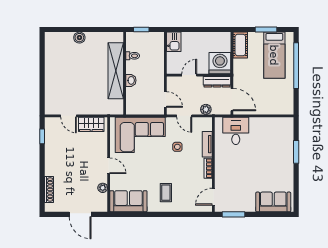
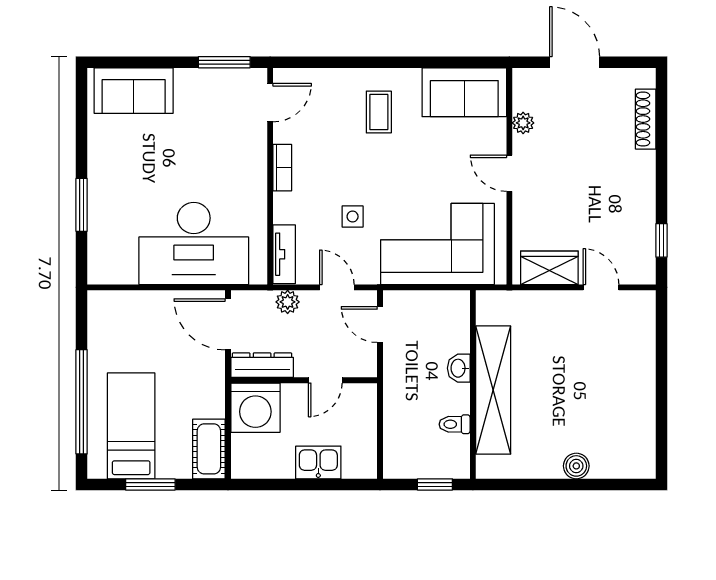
kitchen sink: (174, 42) -> (318, 462), moved, turned 90
desk: (236, 131) -> (194, 244), width x1.87, depth x1.30
tv unit: (207, 144) -> (284, 254), moved

